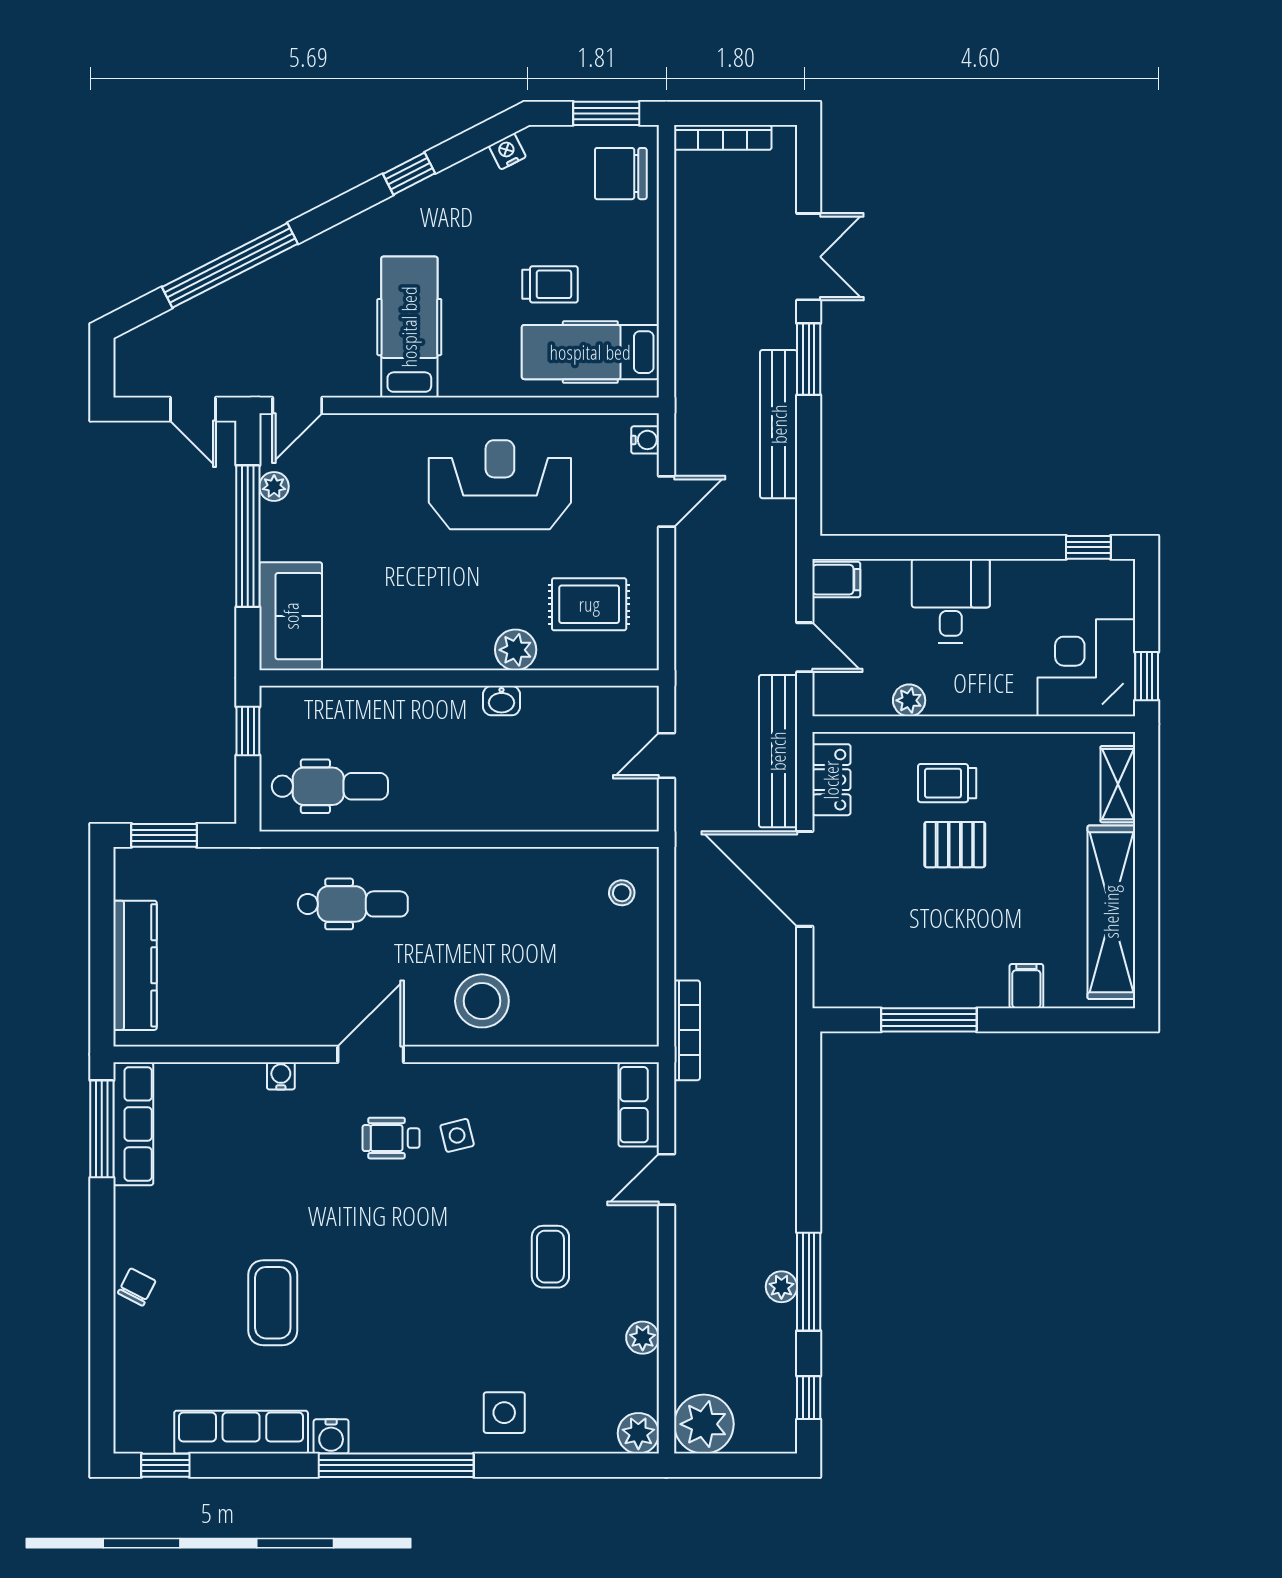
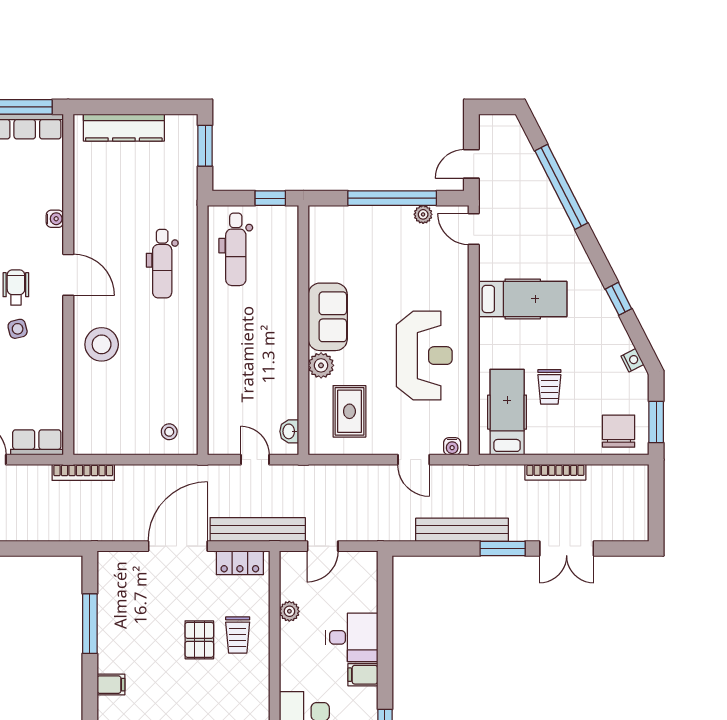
bookcase: (723, 137) -> (555, 472), moved, turned -90
filing cabinet: (836, 580) -> (363, 675), moved, turned 90
sofa: (291, 616) -> (328, 317), moved, turned -90
washbasin: (502, 701) -> (289, 431), moved
trolley: (947, 783) -> (238, 635), turned 180

